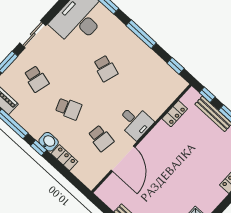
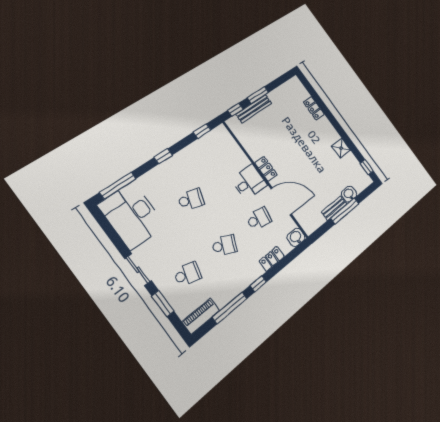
window: (141, 34) -> (163, 156), width x0.46
school desk: (69, 109) -> (224, 245), turned 45
locker: (175, 114) -> (266, 169), moved
washbasin: (49, 142) -> (296, 237), moved

